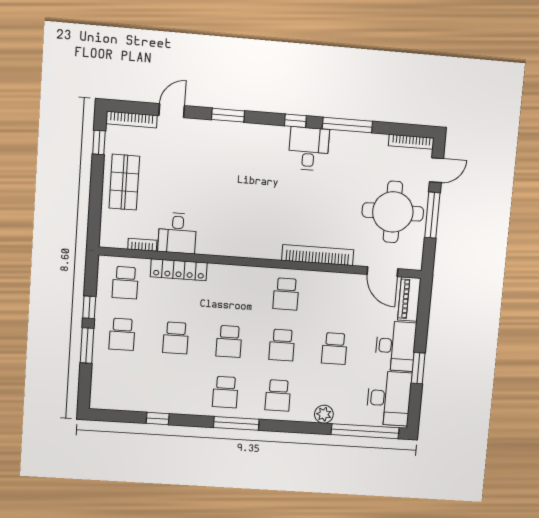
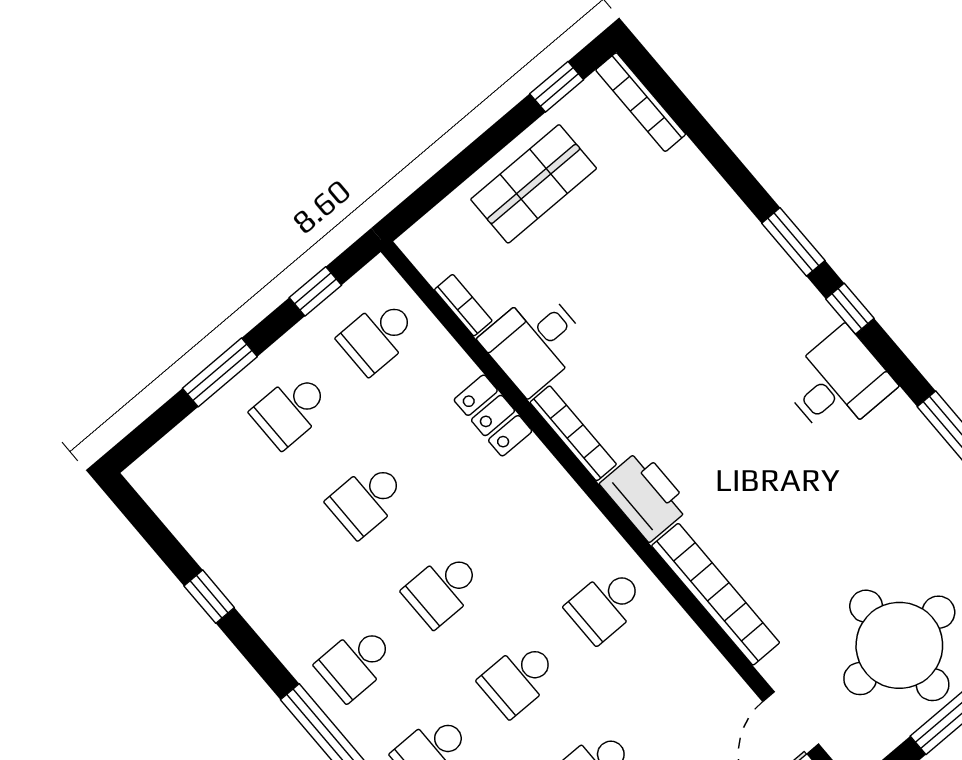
door: (172, 111) -> (715, 150), removed
window: (295, 121) -> (850, 309), moved
desk: (309, 149) -> (838, 383), moved
printer: (263, 246) -> (645, 495), added
bookcase: (220, 250) -> (573, 433), added
locker: (179, 270) -> (493, 415), width x0.66
window: (89, 307) -> (315, 291), moved

